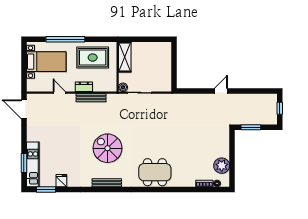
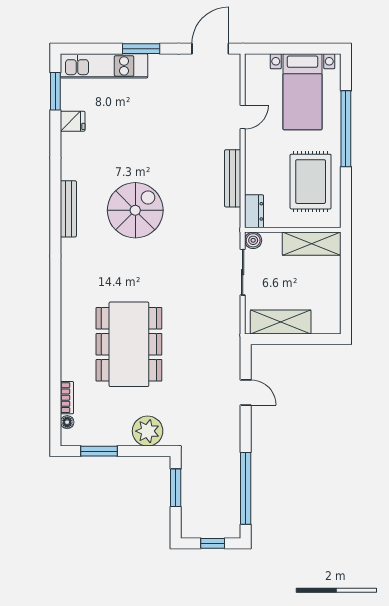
shelving: (165, 73) -> (281, 322), added
dresser: (84, 87) -> (254, 211), moved
door: (221, 91) -> (246, 392), moved
window: (251, 91) -> (246, 488), added
window: (24, 163) -> (141, 49), moved
plant: (222, 166) -> (148, 431), moved
window: (232, 167) -> (99, 451), added
dining table: (155, 172) -> (129, 344), moved, width x1.36, depth x1.24

